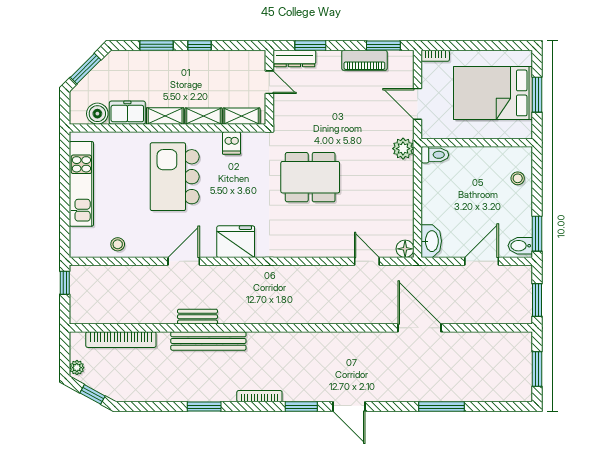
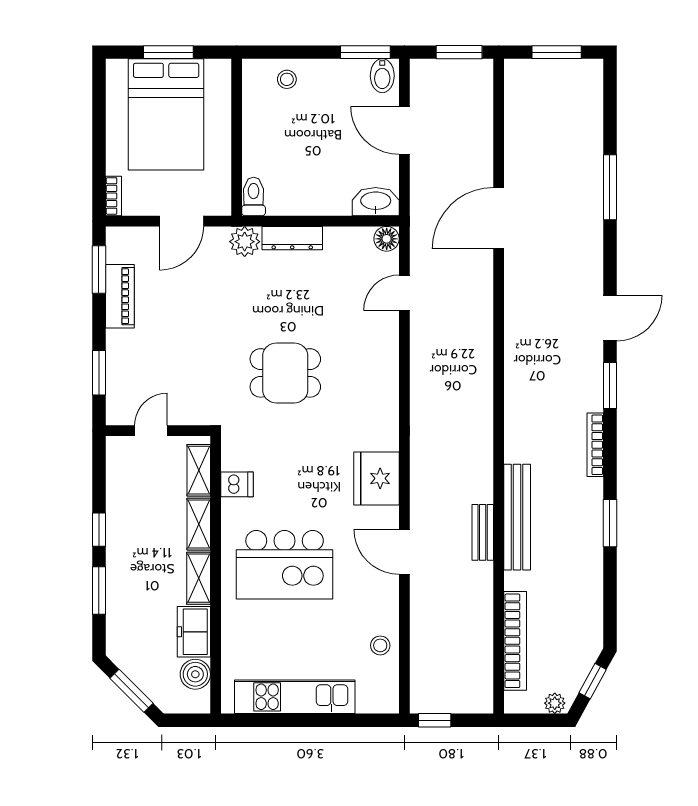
dresser: (294, 59) -> (292, 238), moved, turned 90
dining table: (310, 177) -> (285, 373), width x0.73

